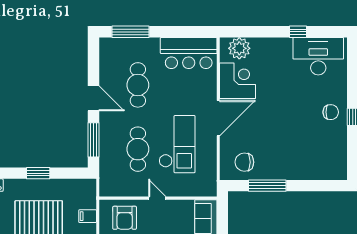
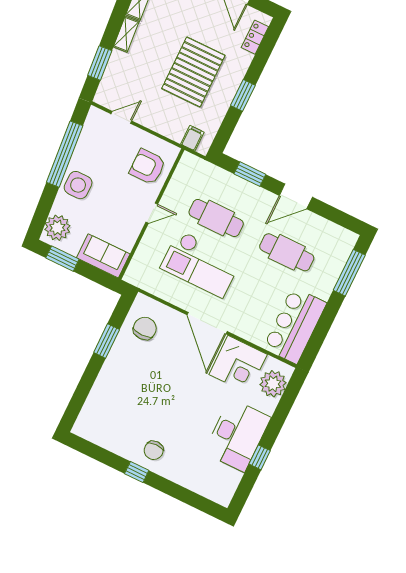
desk: (318, 56) -> (237, 435), moved
window: (94, 140) -> (250, 174), width x0.69
window: (267, 186) -> (107, 341), width x0.69
filing cabinet: (88, 216) -> (192, 138), moved

